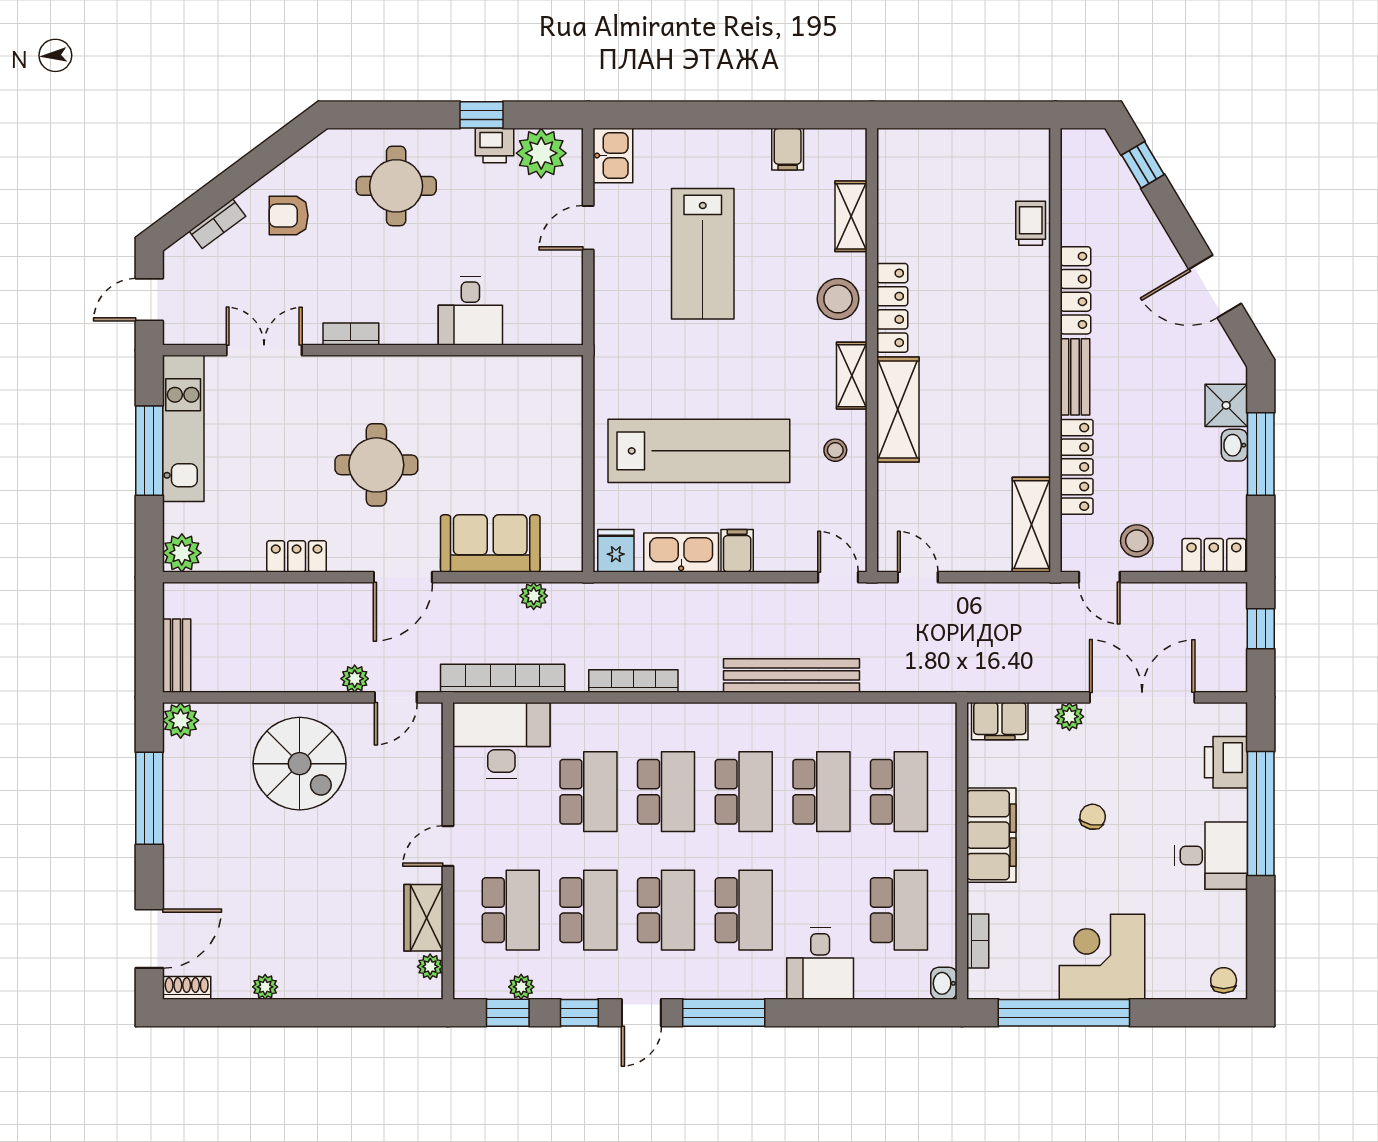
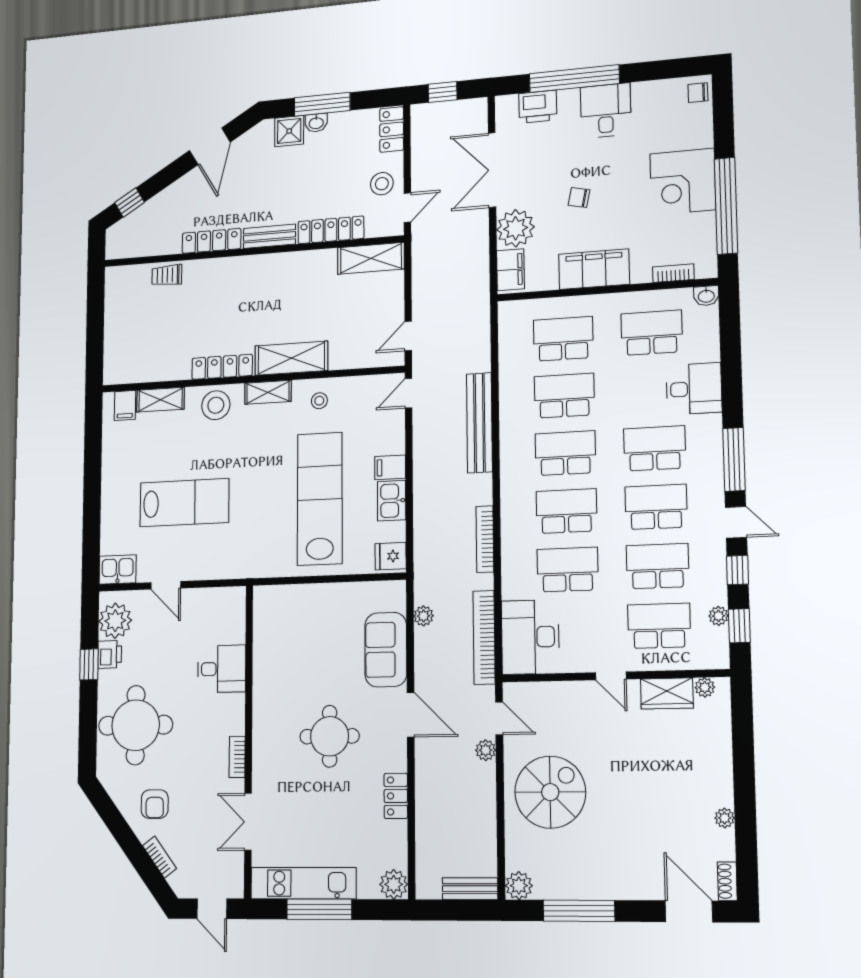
filing cabinet: (788, 149) -> (125, 405), moved, turned 90
round table: (396, 186) -> (136, 725), width x1.36, depth x1.36
kitchen sink: (681, 553) -> (392, 501), width x0.73
plant: (1069, 717) -> (516, 228), width x1.87, depth x1.87

